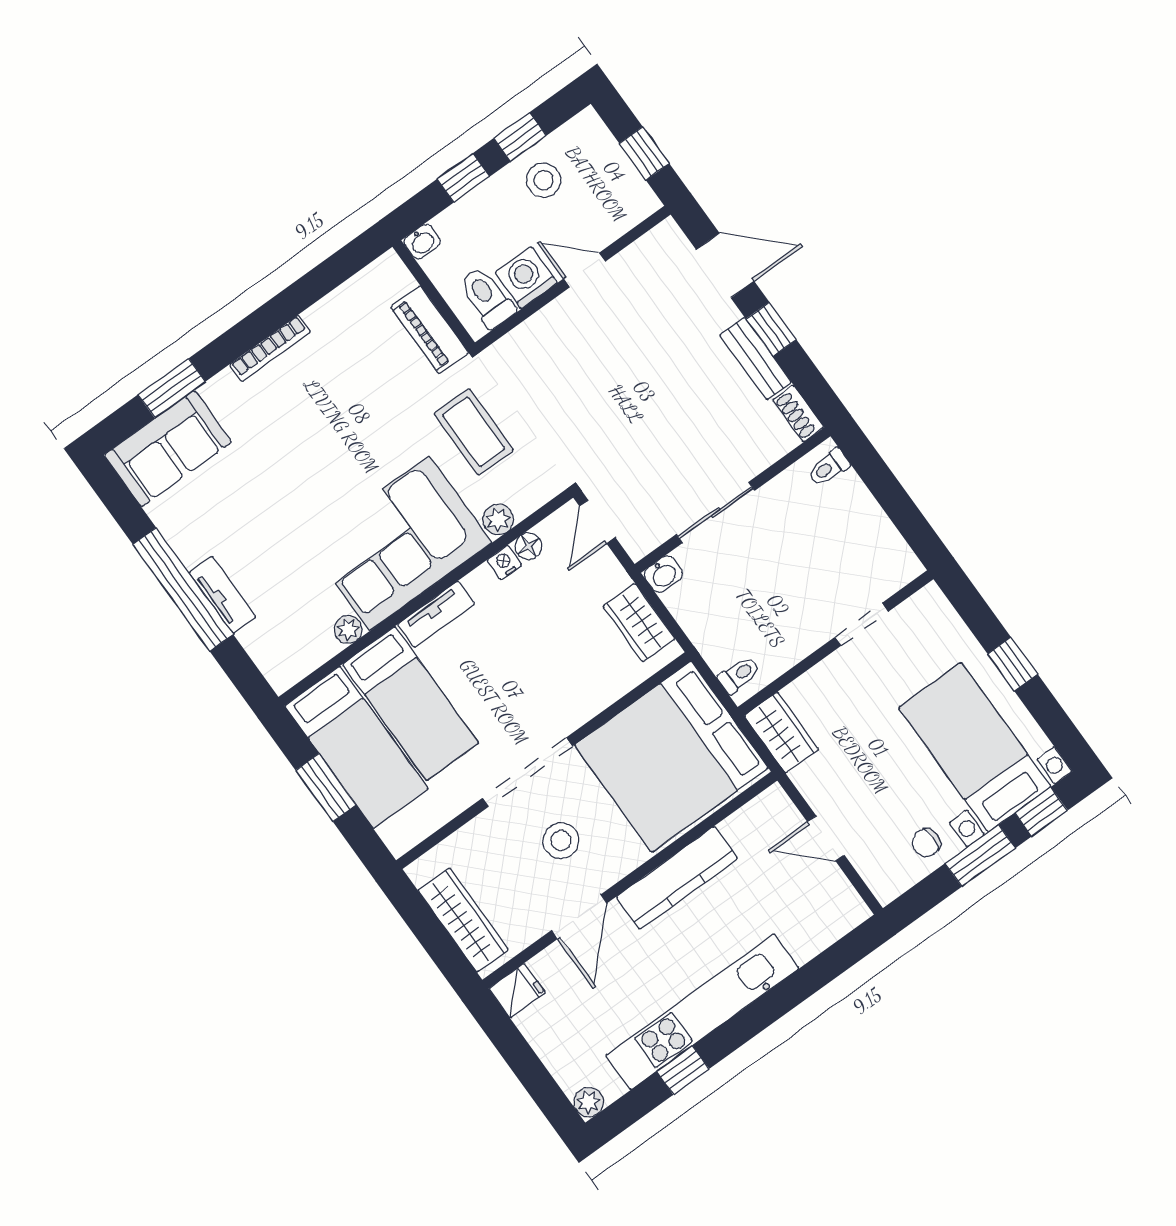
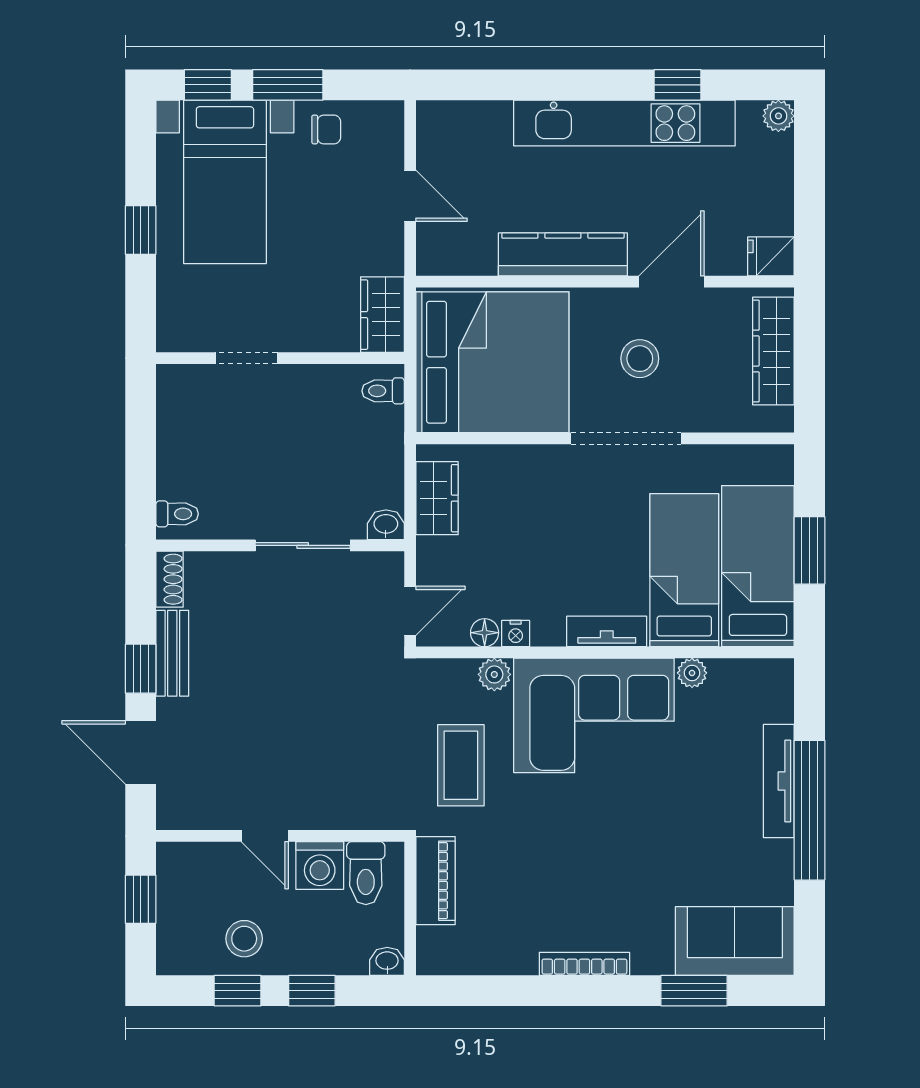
tv unit: (222, 595) -> (779, 781), width x1.41

